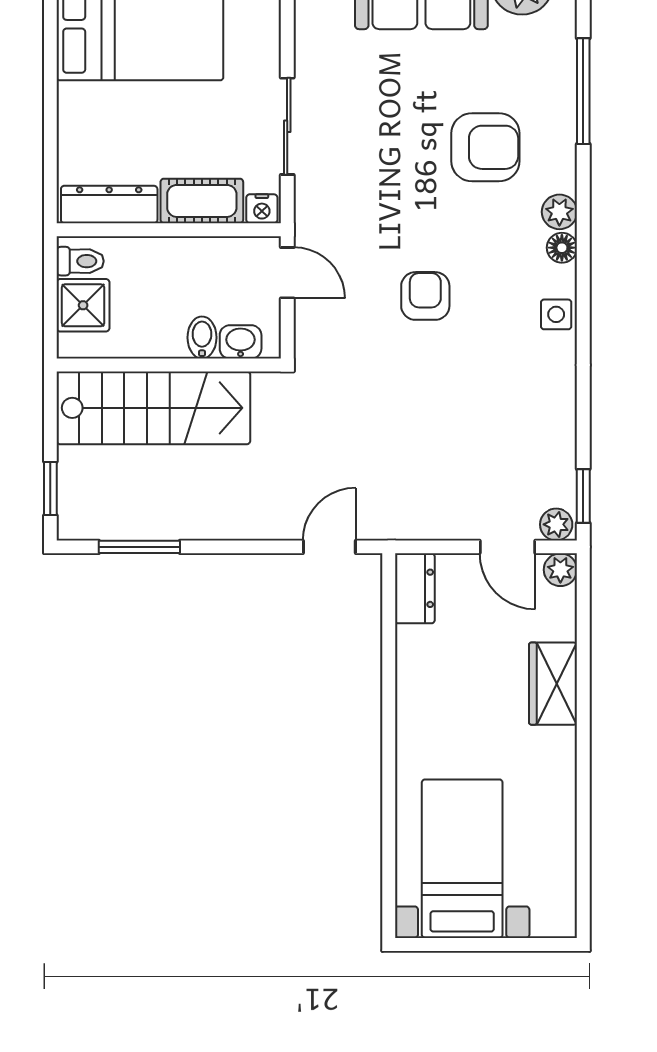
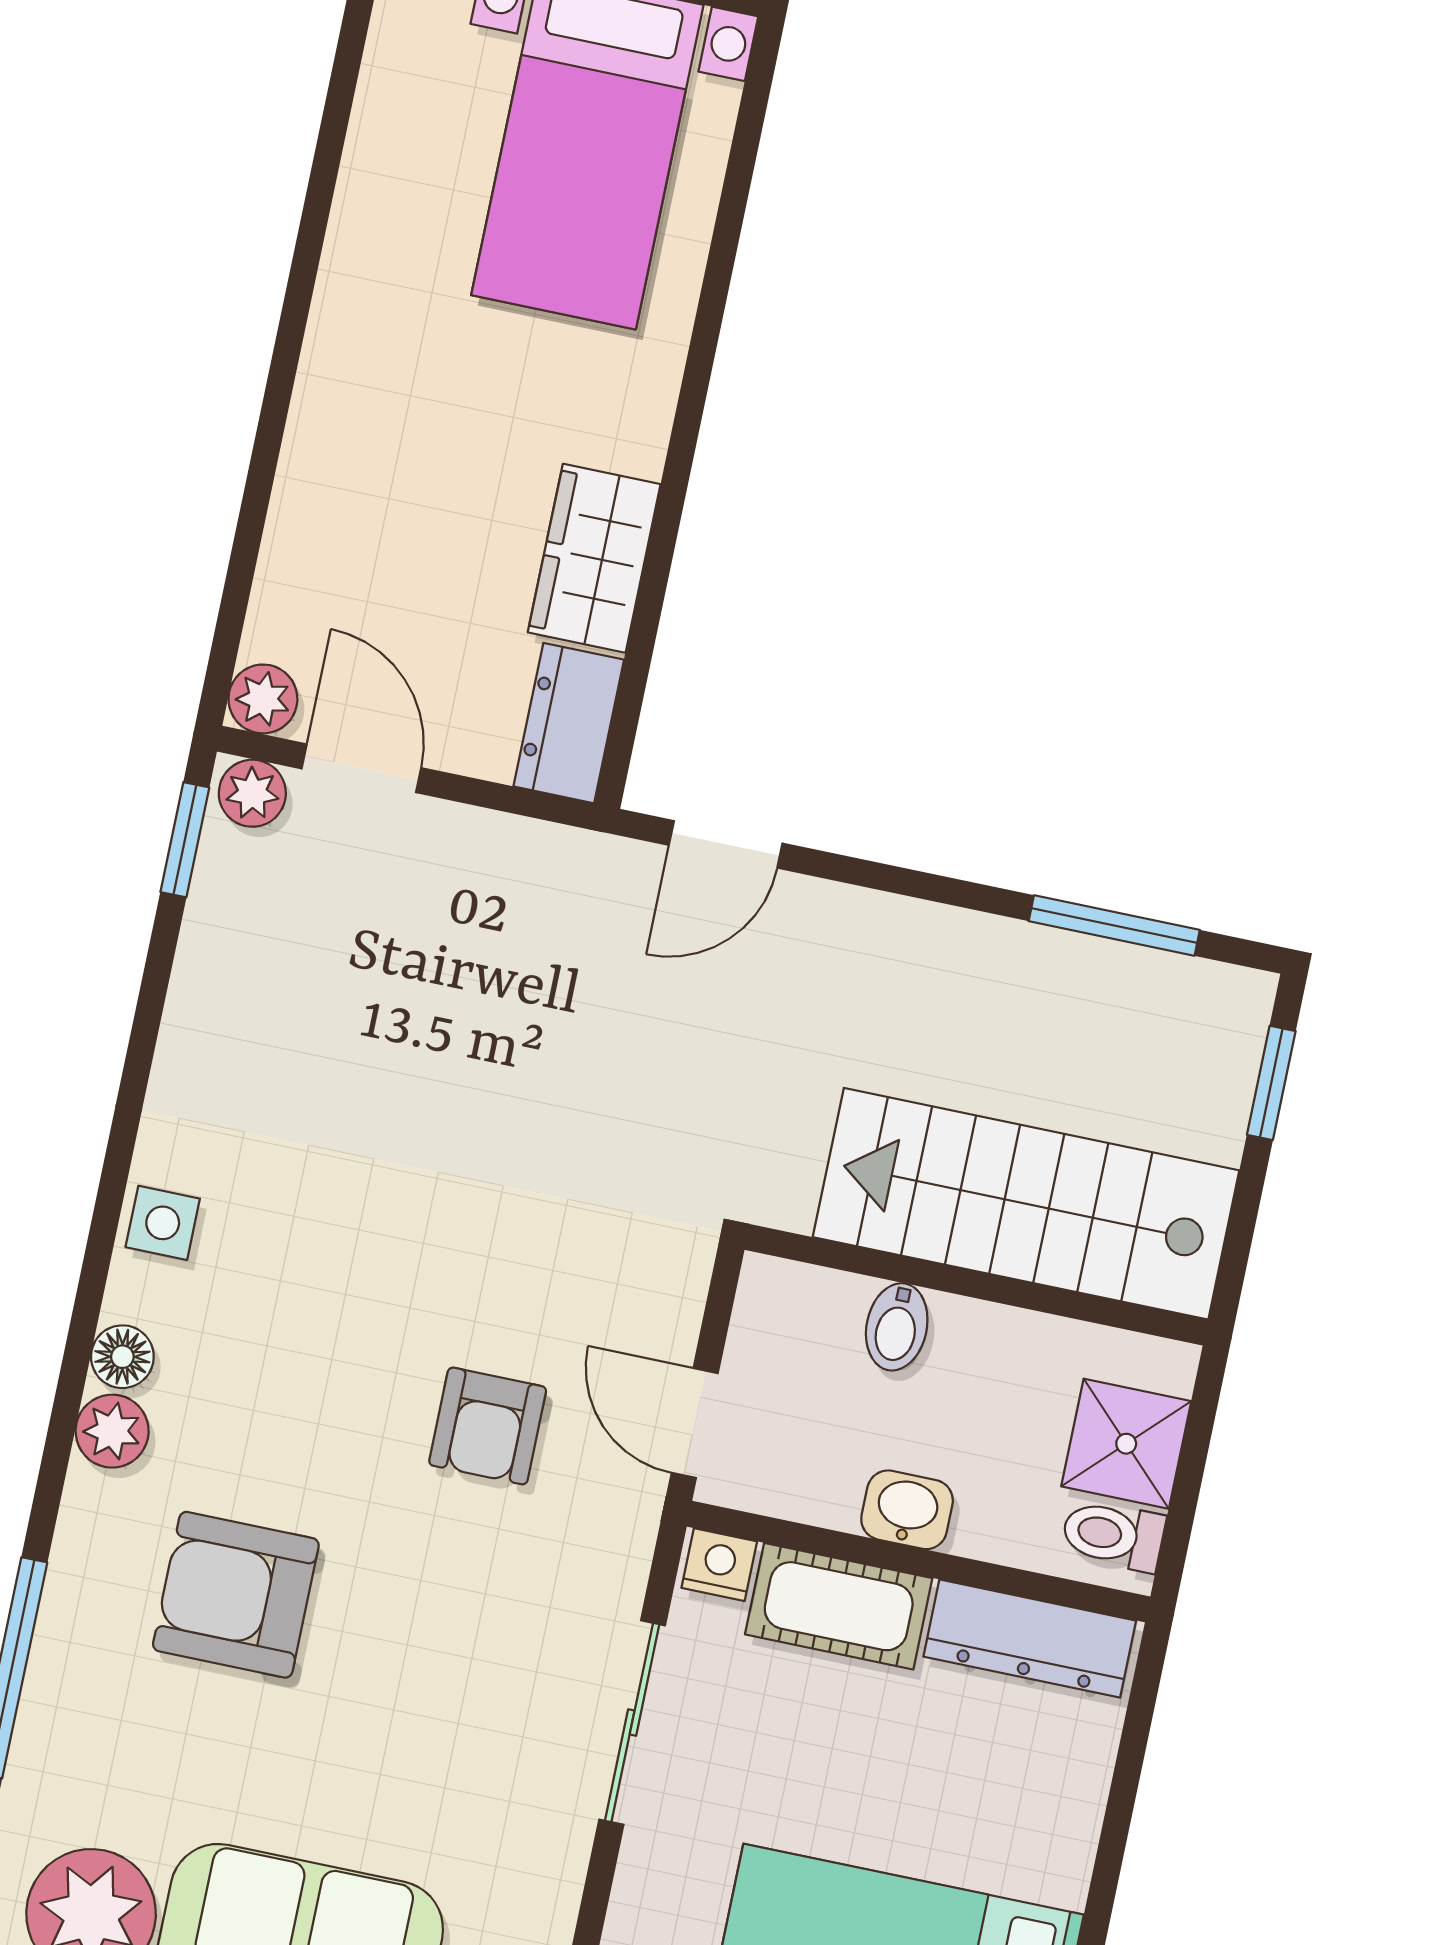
armchair: (425, 296) -> (488, 1426), moved
washbasin: (241, 342) -> (907, 1510), moved, turned 180
wardrobe: (553, 684) -> (594, 558), moved, turned 180

